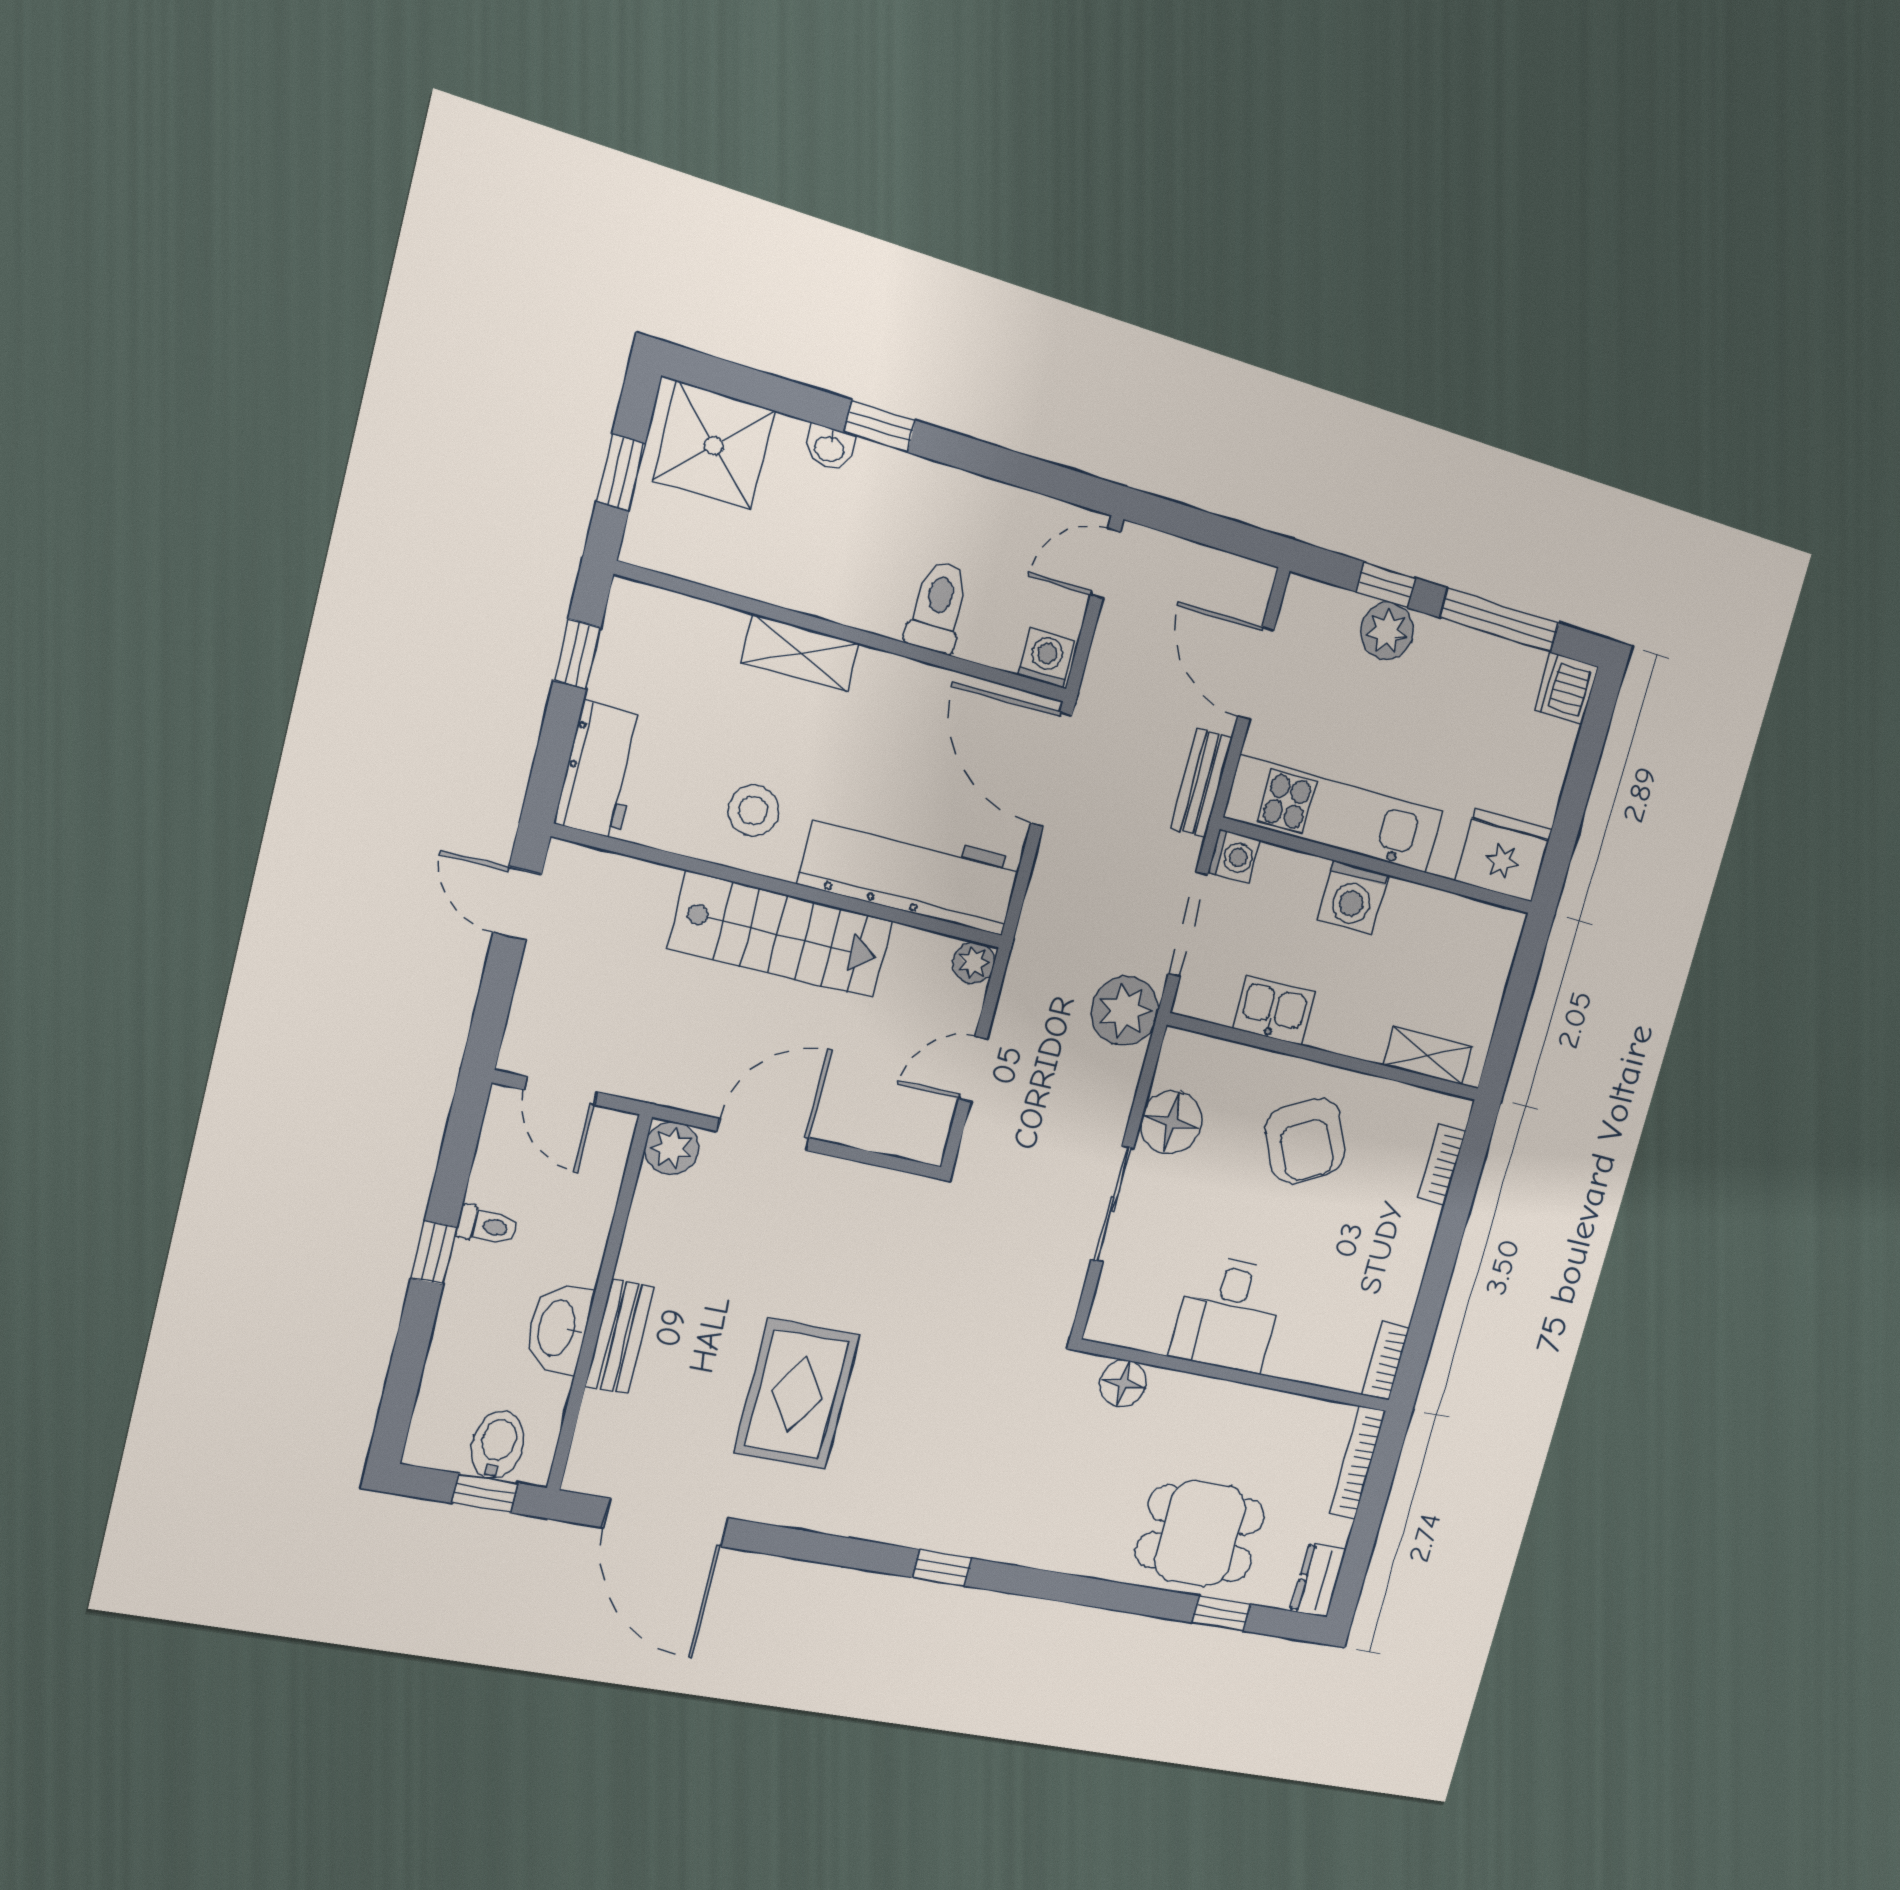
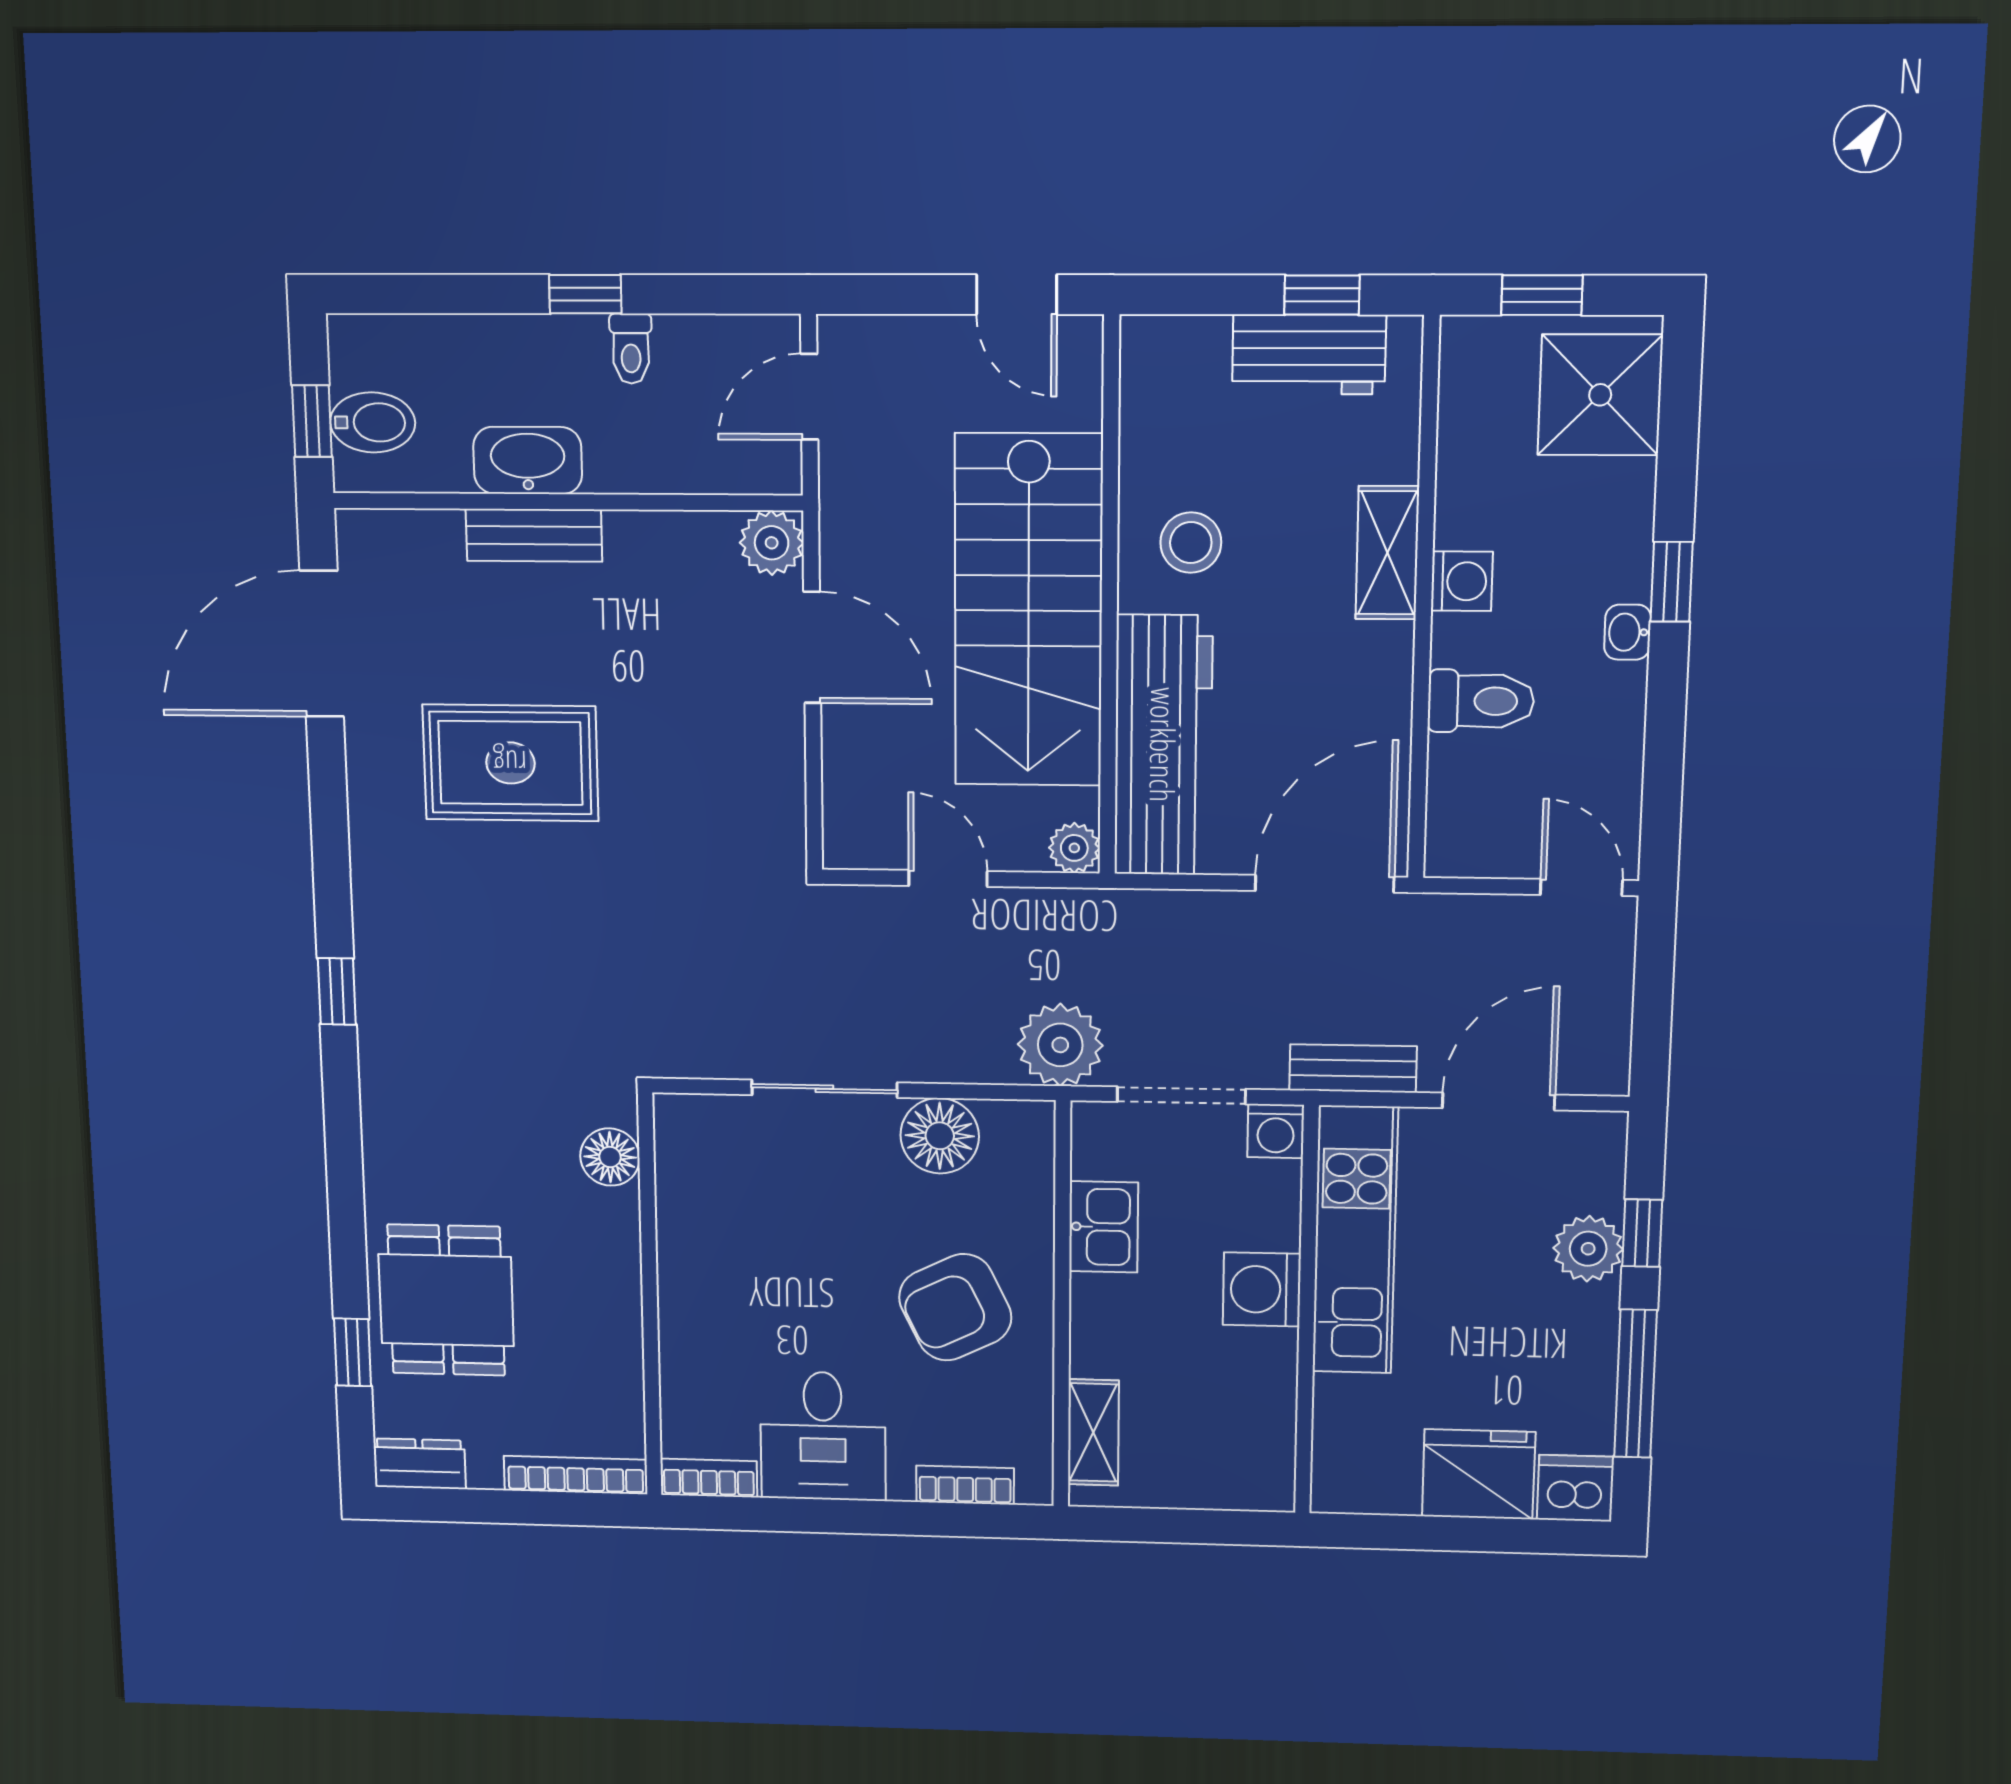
washbasin: (829, 448) -> (1628, 632), moved
washing machine: (1046, 658) -> (1462, 581), moved
workbench: (601, 770) -> (1309, 354), moved
fridge: (1503, 855) -> (1479, 1474), moved, turned -90
door: (517, 904) -> (1017, 295), swing flipped
stairs: (781, 935) -> (1028, 611), width x1.36, depth x1.51
desk: (1228, 1314) -> (823, 1436), moved, turned -90

